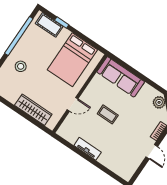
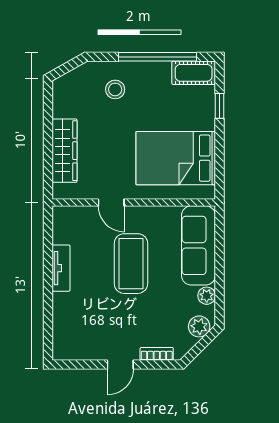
cot: (49, 25) -> (194, 73), moved, turned 90
plant: (147, 89) -> (207, 296), added
coffee table: (108, 114) -> (131, 264), width x1.86, depth x1.72

